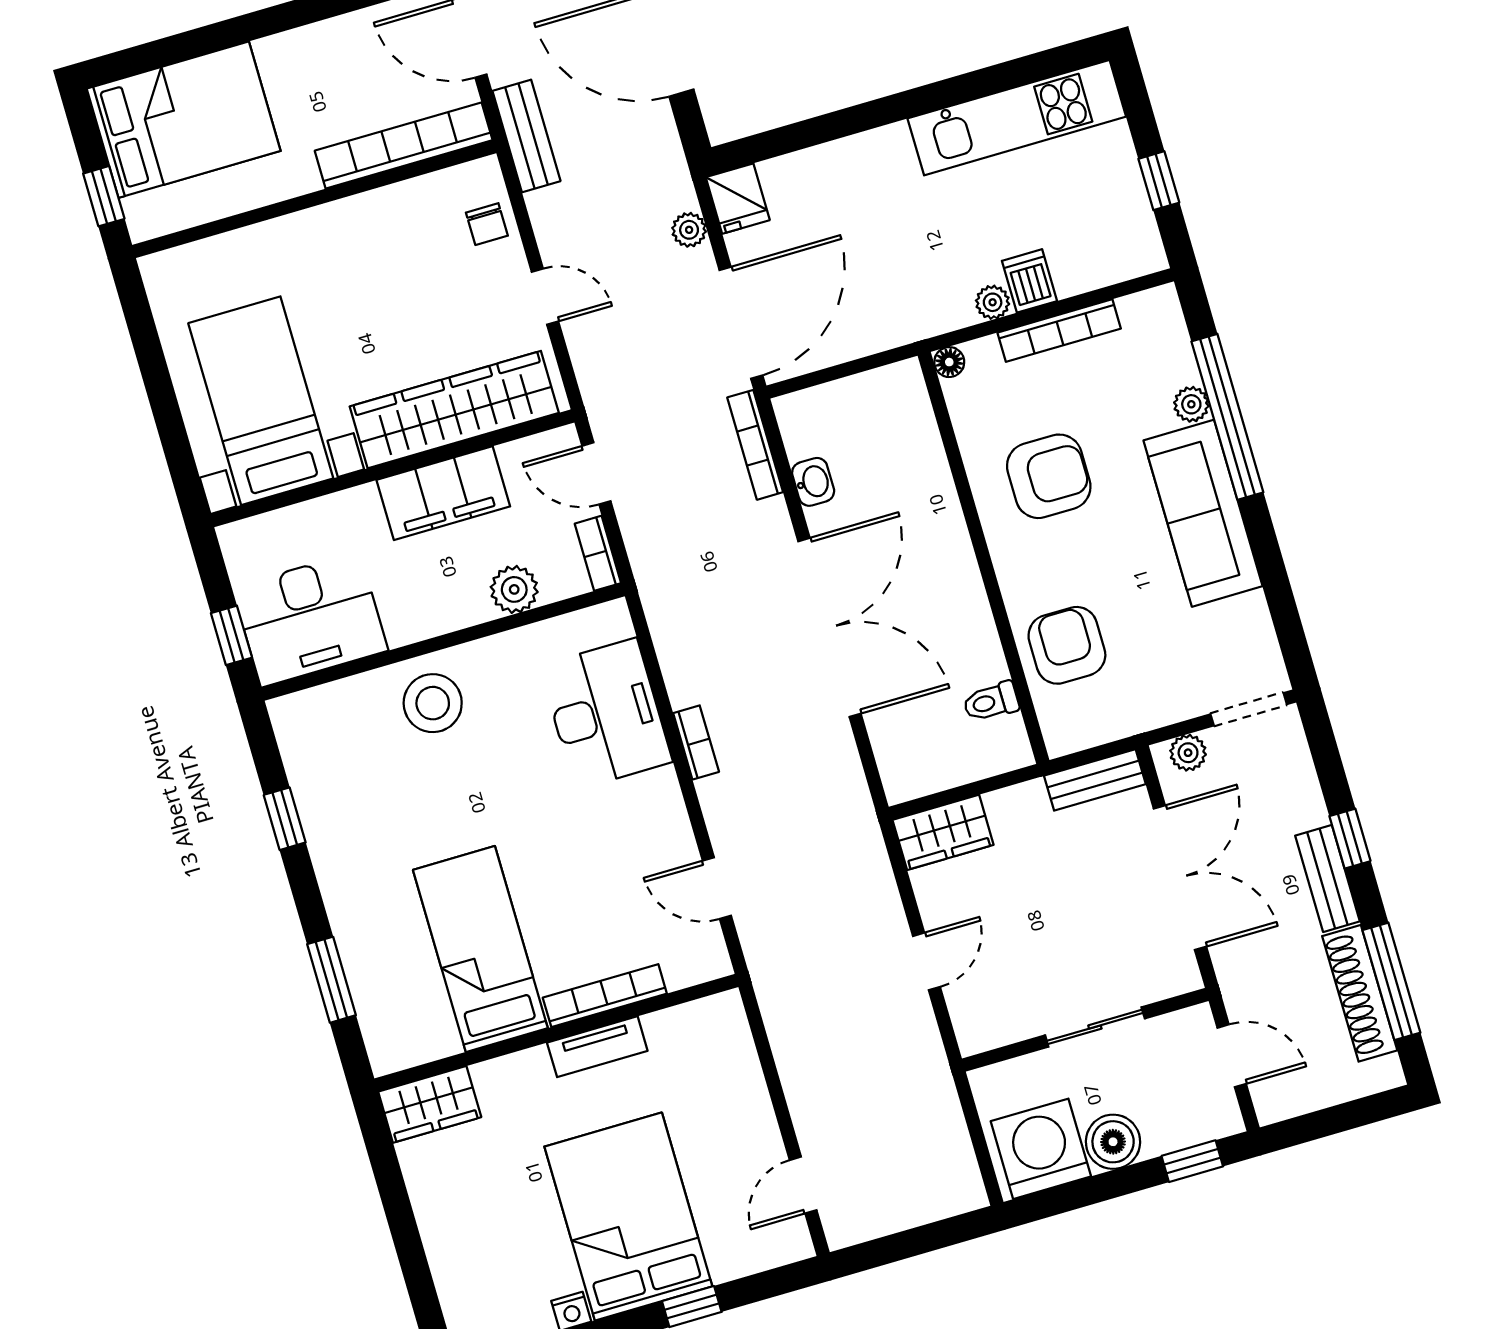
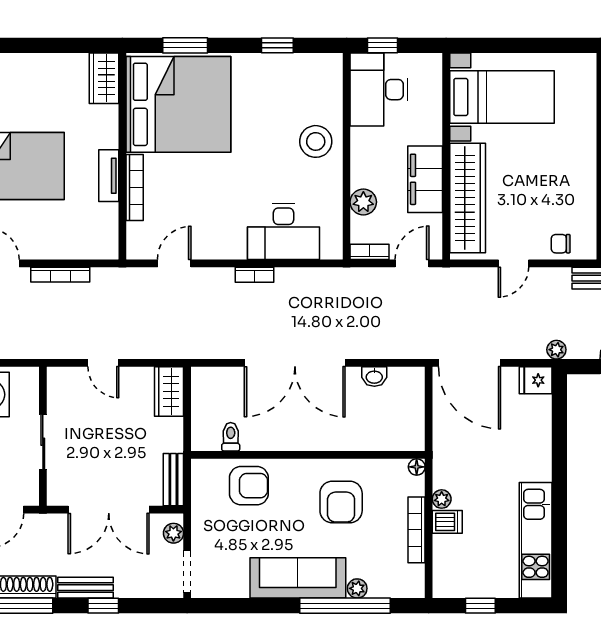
plant: (689, 230) -> (556, 350), moved
bookcase: (755, 445) -> (60, 275), moved, turned 180
bed: (480, 949) -> (178, 104), width x2.04

